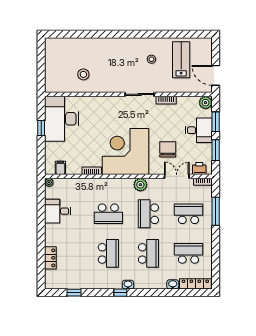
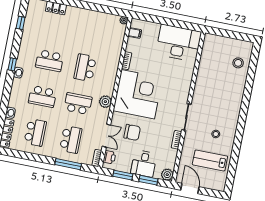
lab bench: (181, 60) -> (210, 160), turned 180
stool: (83, 74) -> (238, 63), moved
door: (216, 75) -> (190, 188), hinge flipped
window: (41, 128) -> (174, 23), removed
desk: (58, 211) -> (97, 23), removed

